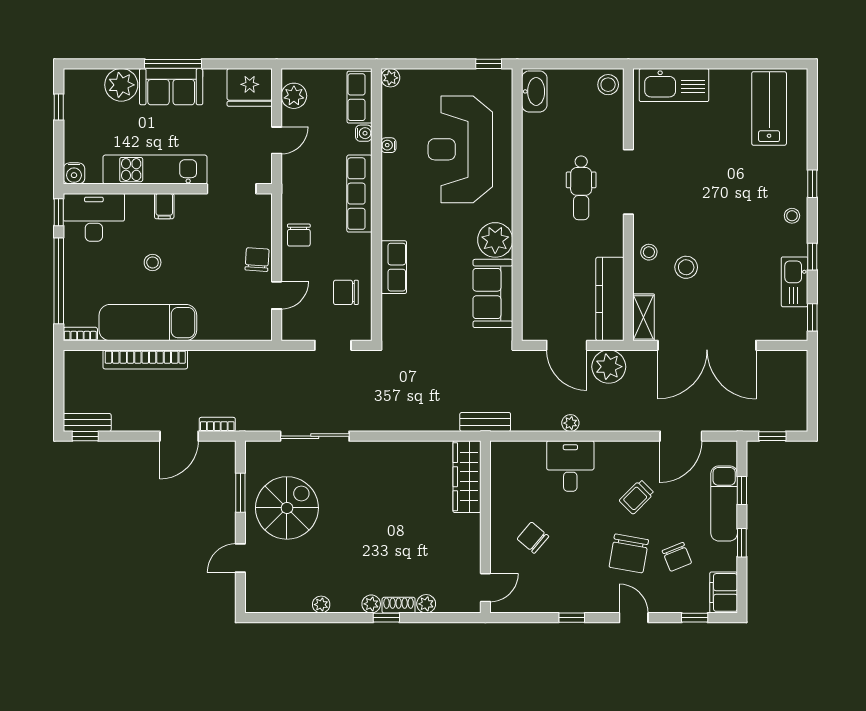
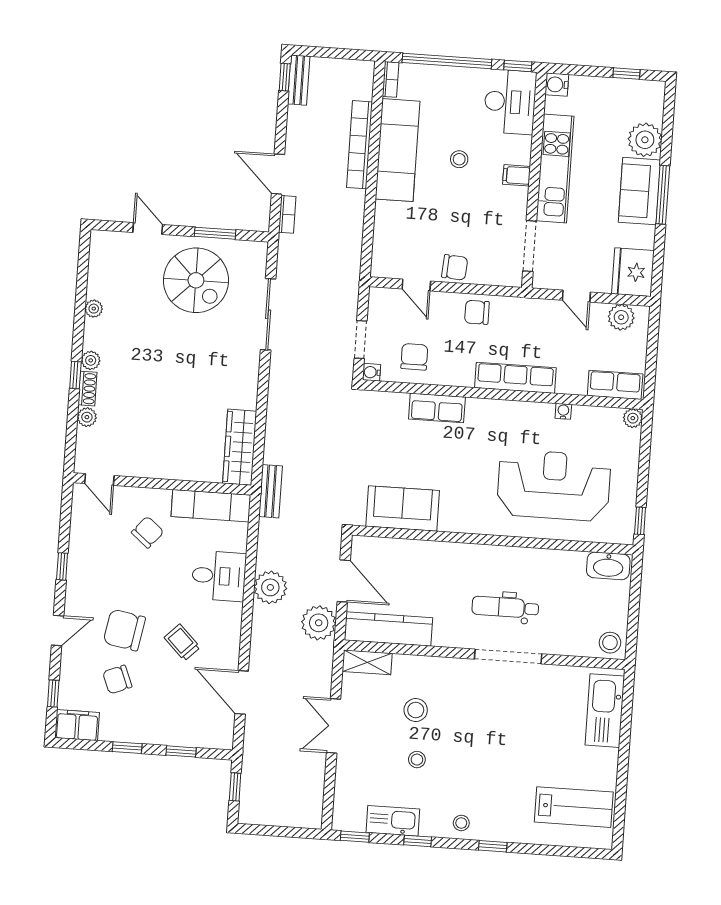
water cooler: (364, 133) -> (372, 372), moved, turned 90
plant: (495, 240) -> (458, 515), removed
stool: (649, 252) -> (417, 760), moved
door: (567, 345) -> (344, 581), swing flipped
double door: (707, 345) -> (334, 726), width x0.54
plant: (570, 423) -> (270, 587), width x1.87, depth x1.87
wardrobe: (467, 477) -> (240, 447), moved, turned -90
exam couch: (724, 503) -> (211, 506), moved, turned 180

